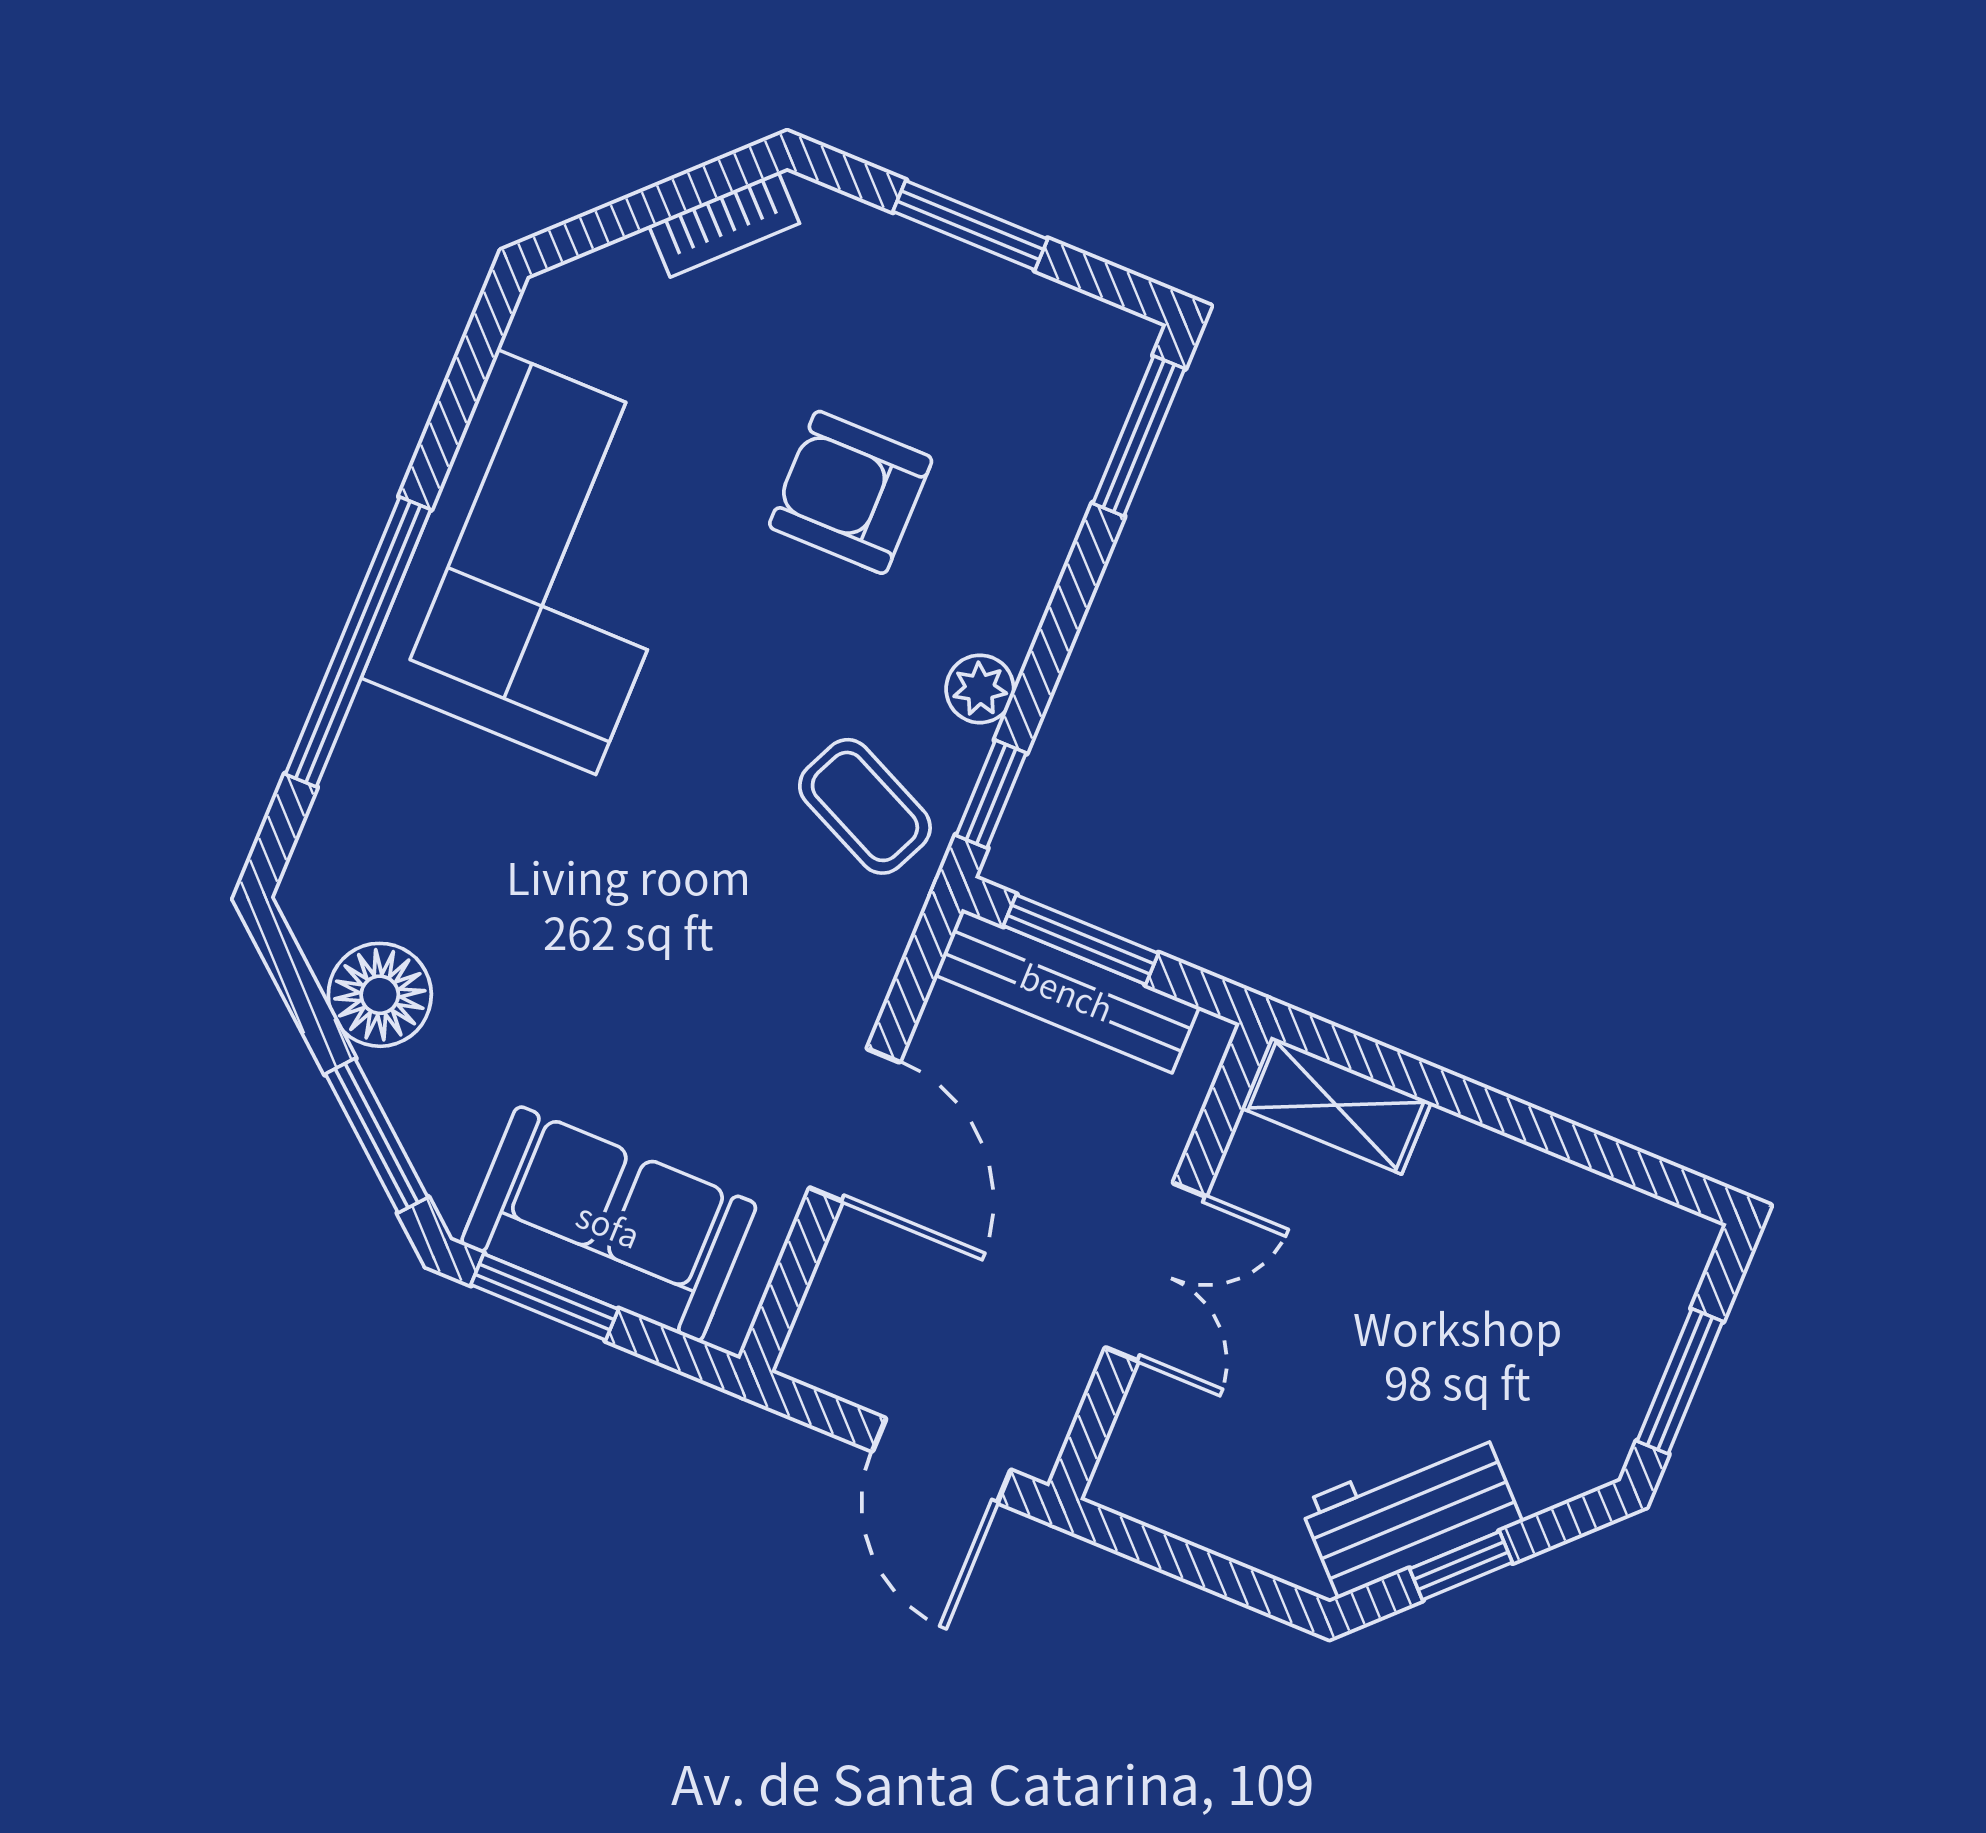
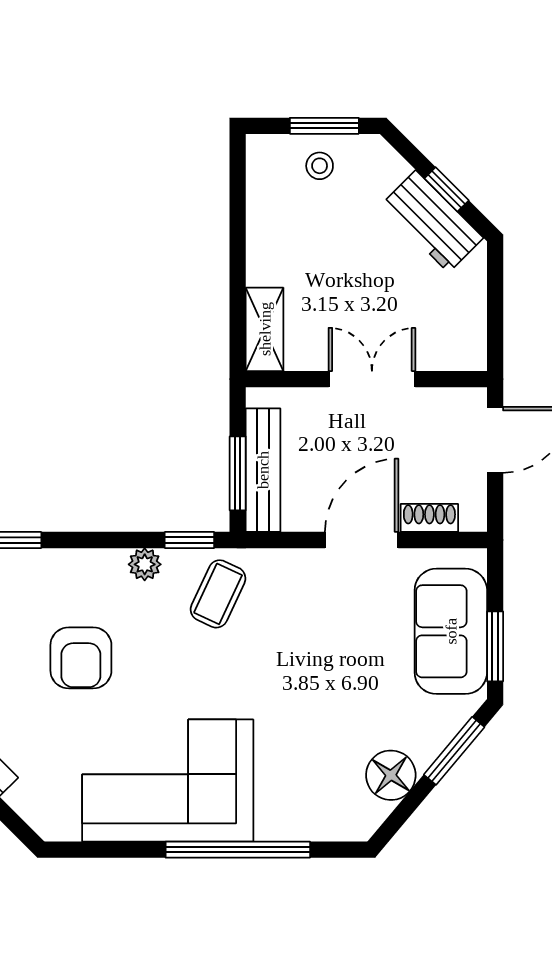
shoe rack: (843, 1273) -> (429, 518), added
stool: (1607, 1340) -> (320, 166), added

